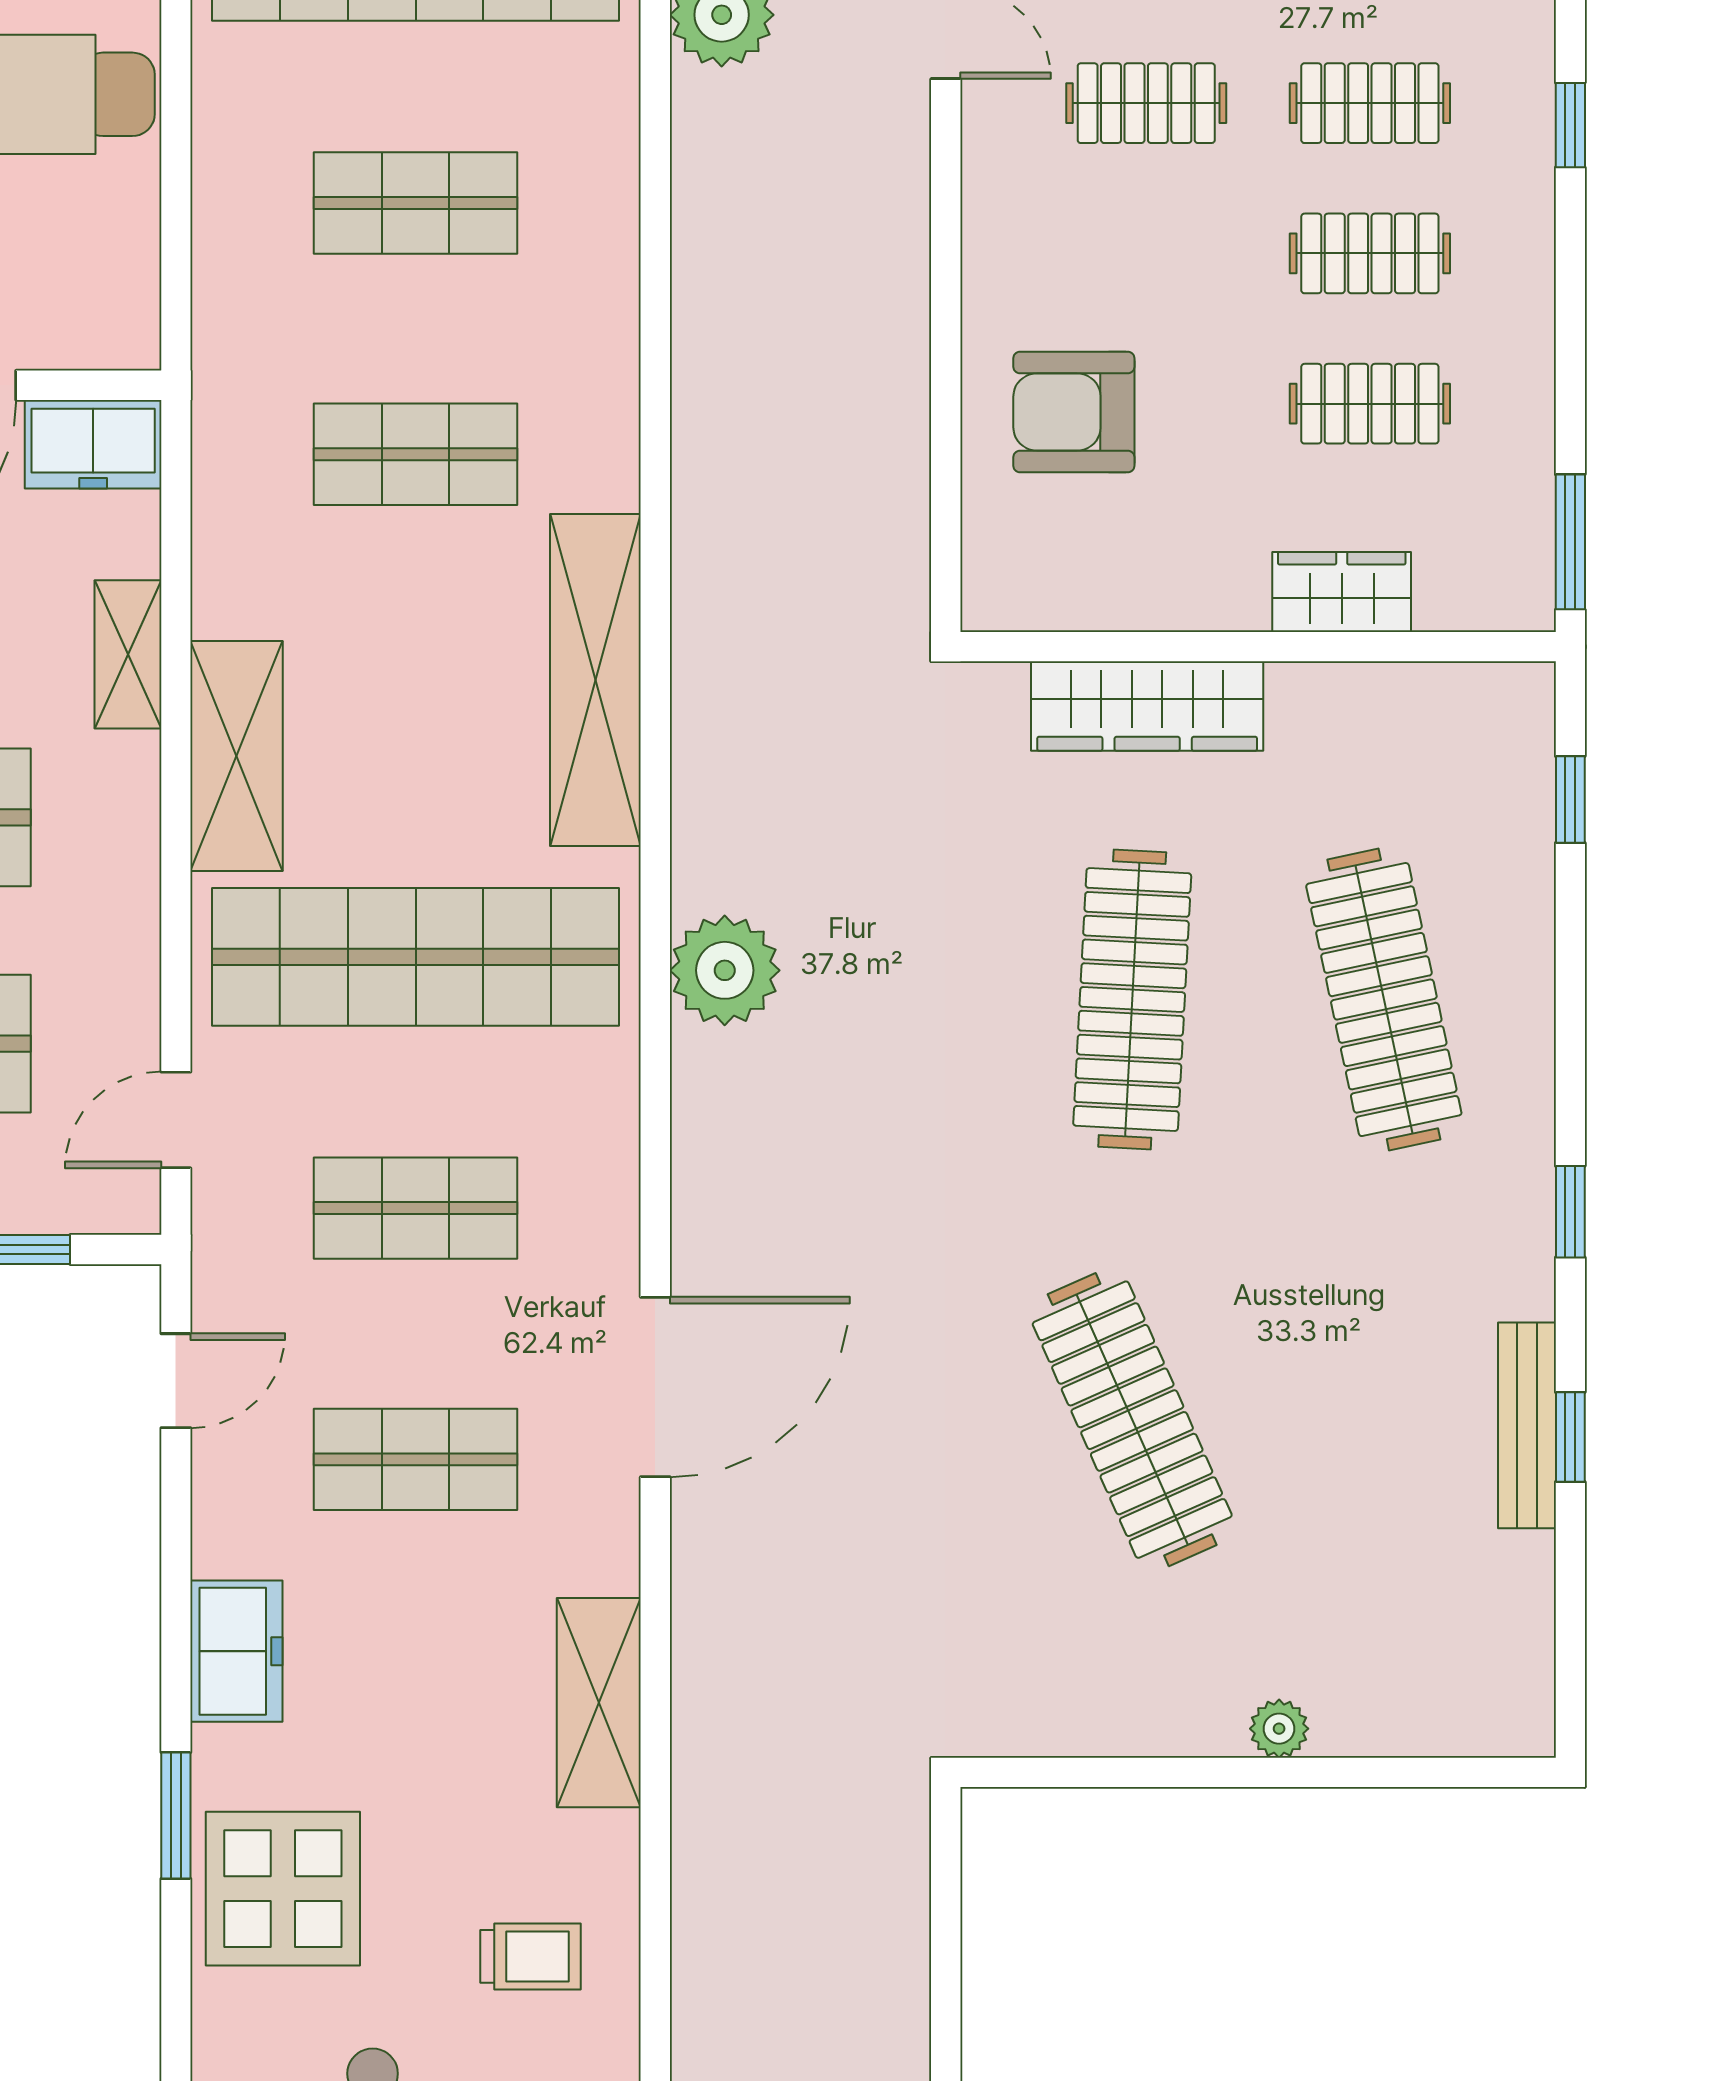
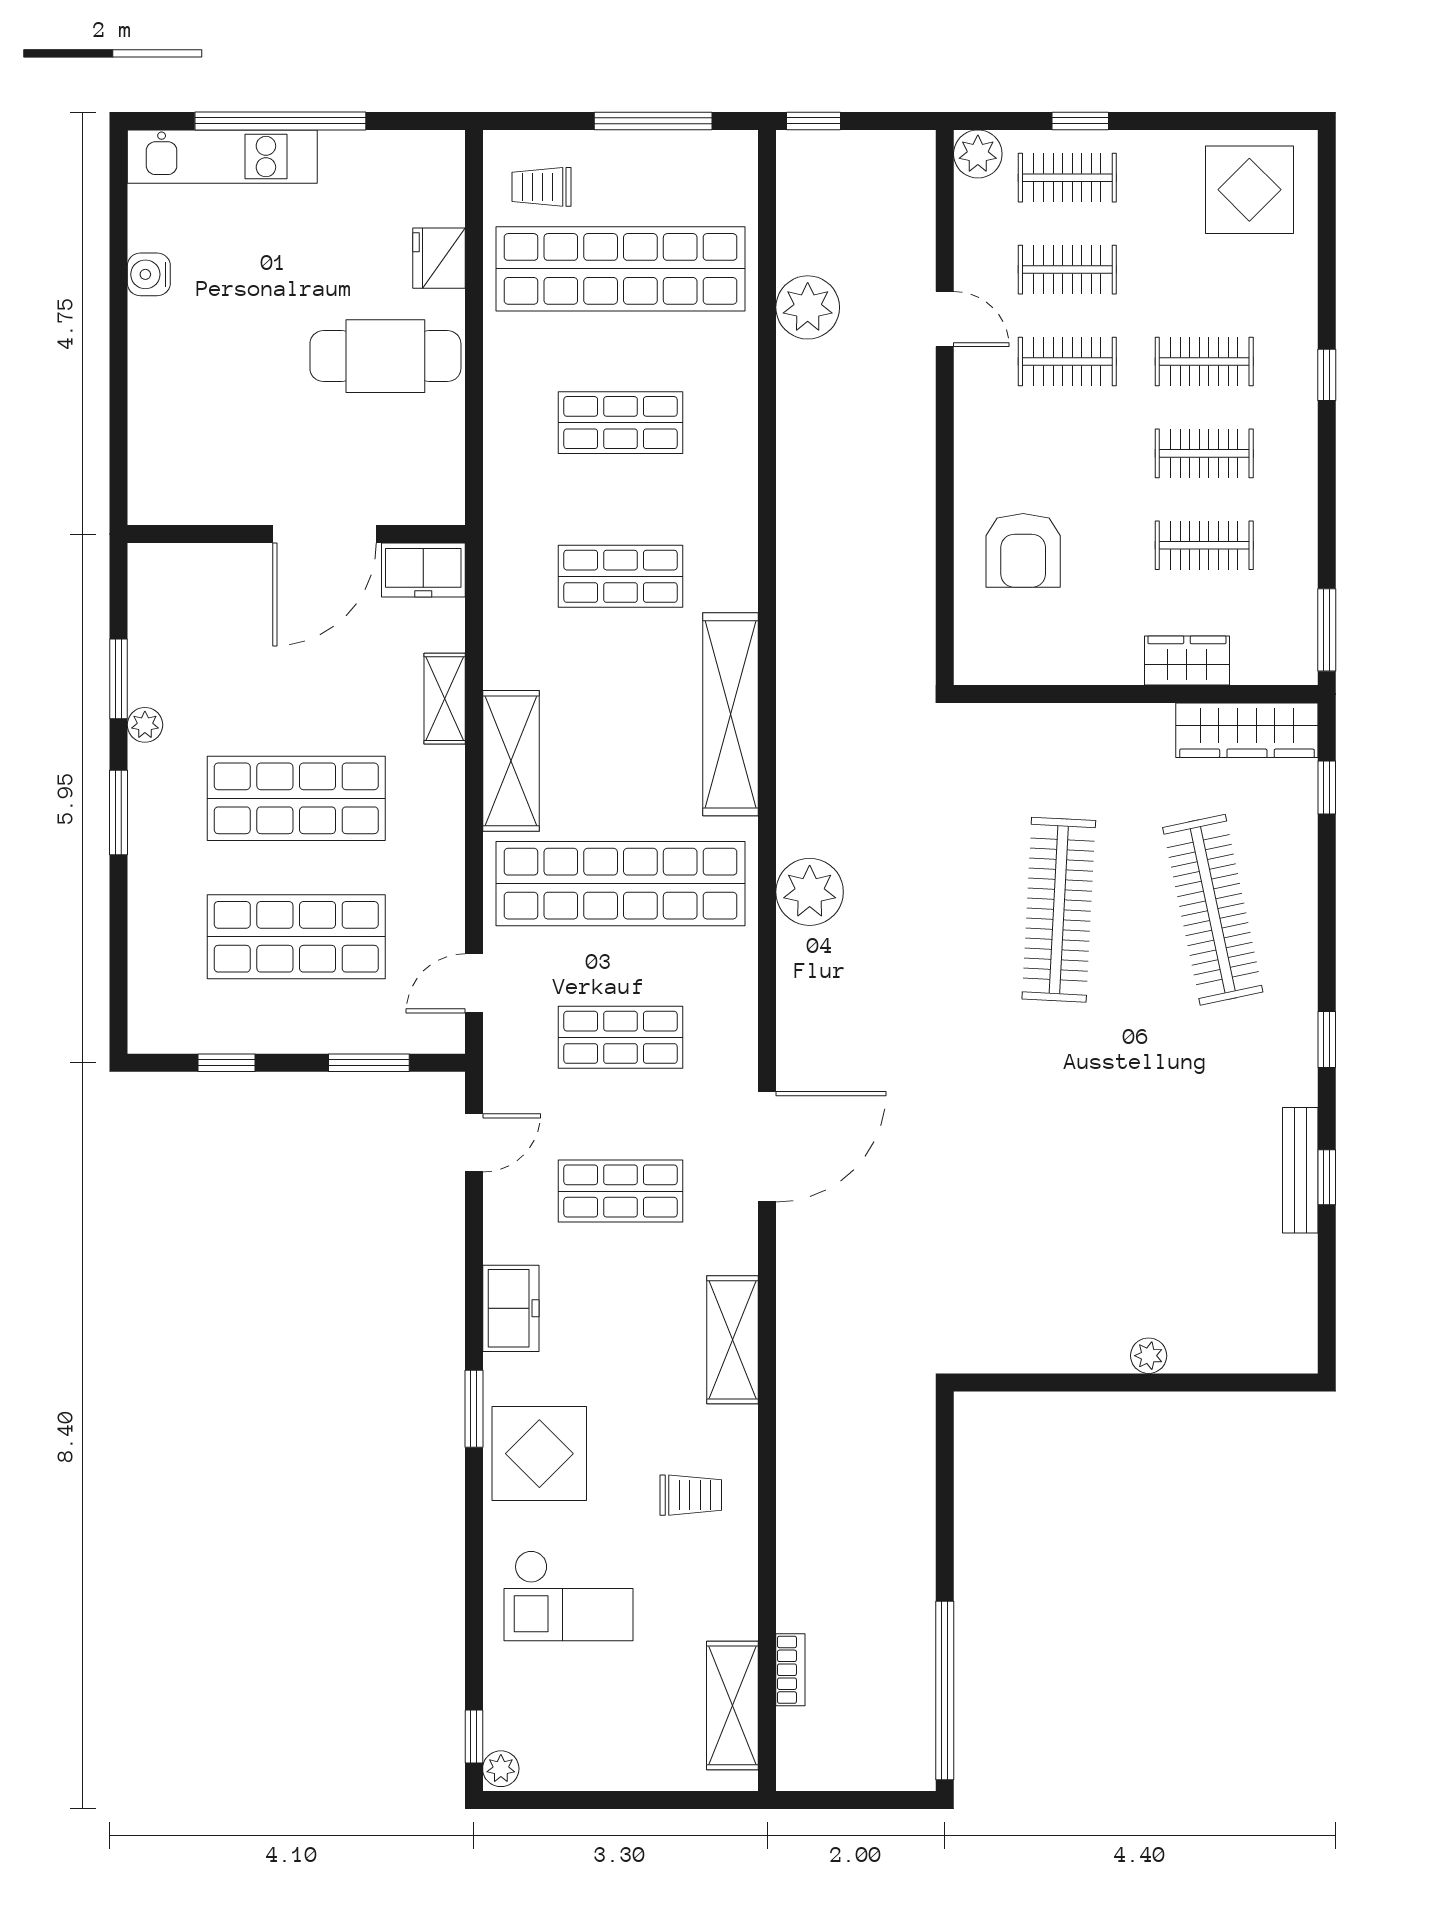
armchair: (1074, 412) -> (1023, 550), turned -90
wardrobe: (1147, 706) -> (1247, 730), moved
clothes rail: (1132, 1420) -> (1059, 1167), removed

